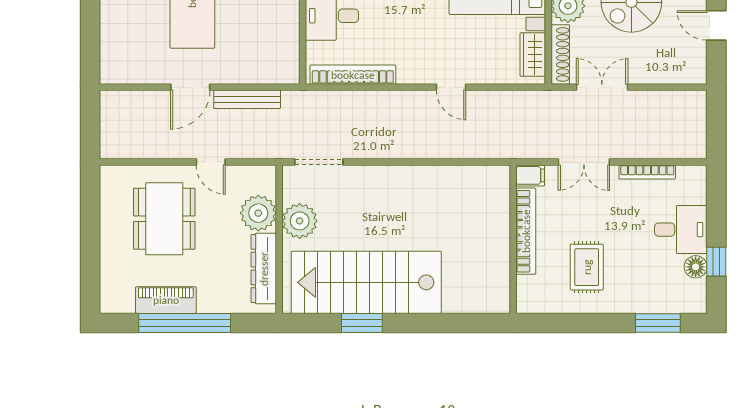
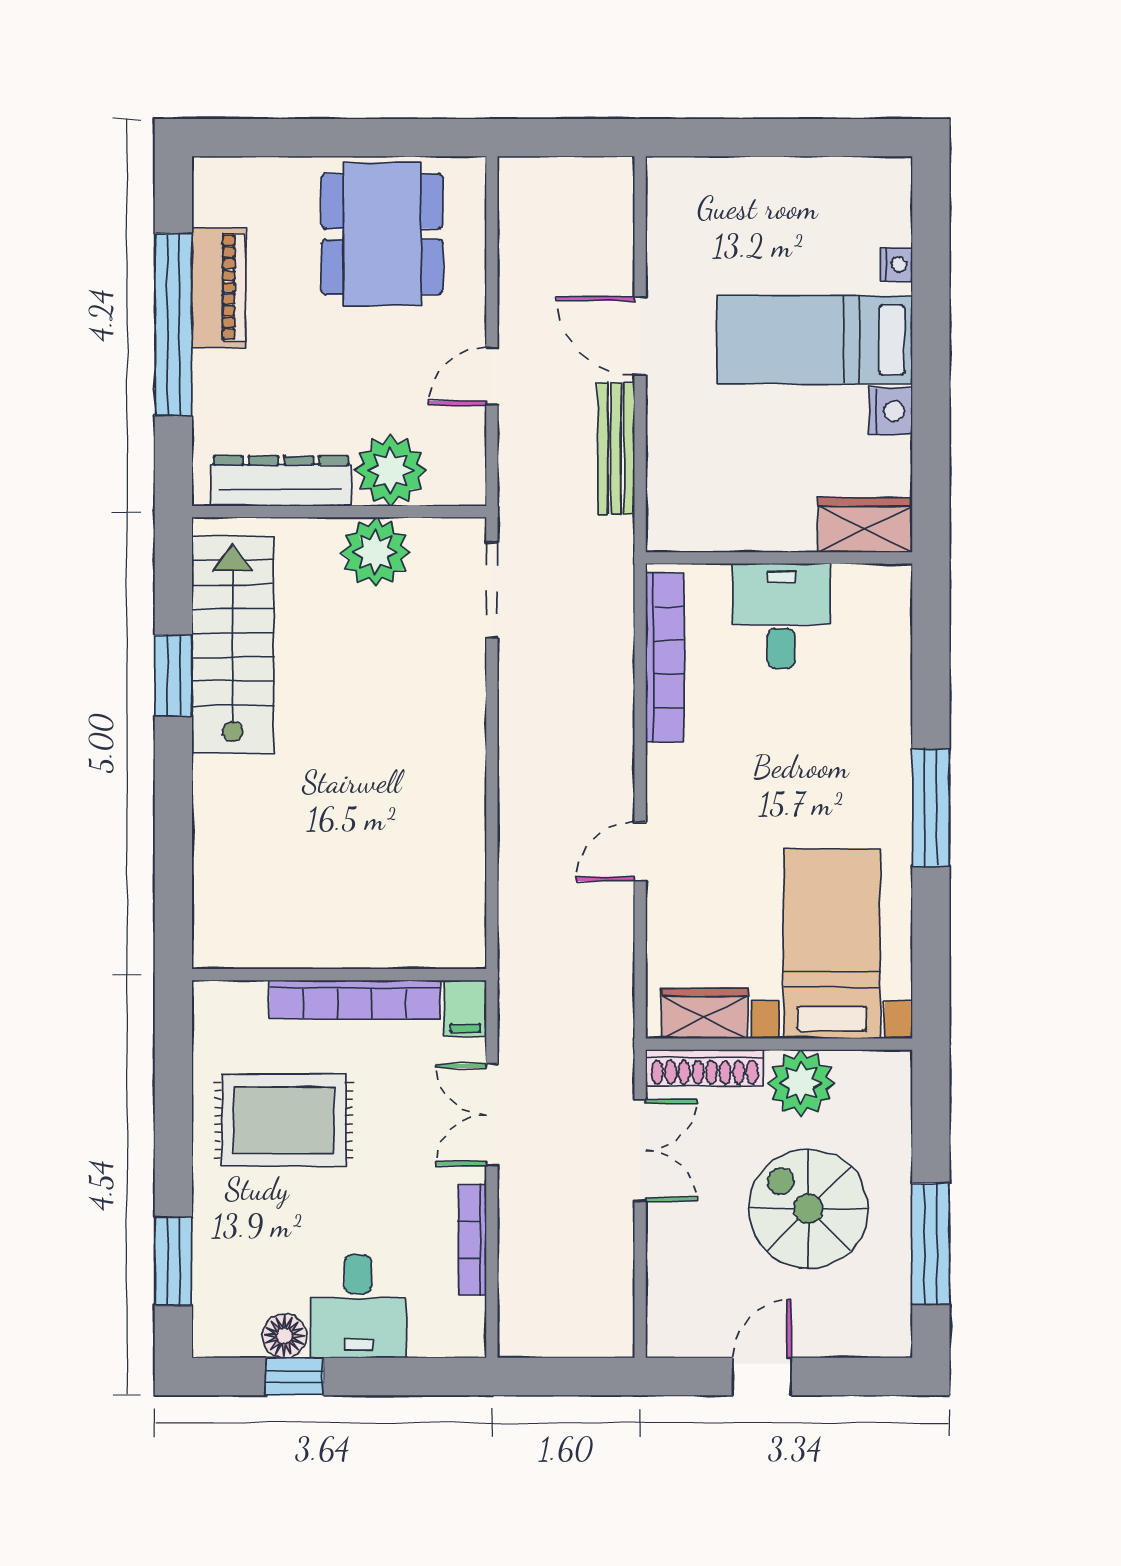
dining table: (164, 219) -> (382, 234), moved, turned 90
rug: (587, 267) -> (284, 1120), width x1.36, depth x1.43
stairs: (366, 282) -> (233, 645), width x0.73, depth x0.66

